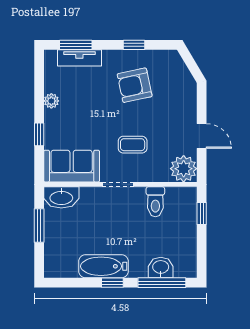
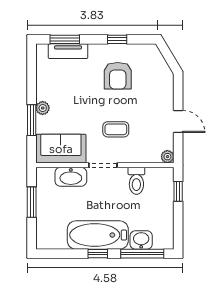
armchair: (135, 85) -> (118, 76), turned -78
plant: (51, 101) -> (43, 108), moved
window: (39, 134) -> (32, 120), width x1.50
plant: (184, 169) -> (167, 157), width x0.53, depth x0.53
washbasin: (61, 197) -> (71, 177), moved
bathtub: (103, 266) -> (98, 235), width x1.36, depth x1.36

